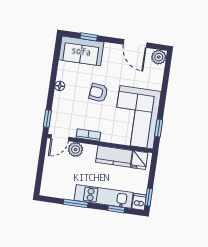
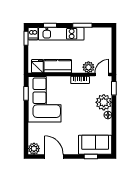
armchair: (98, 93) -> (77, 114), removed
plant: (63, 103) -> (104, 102), added

